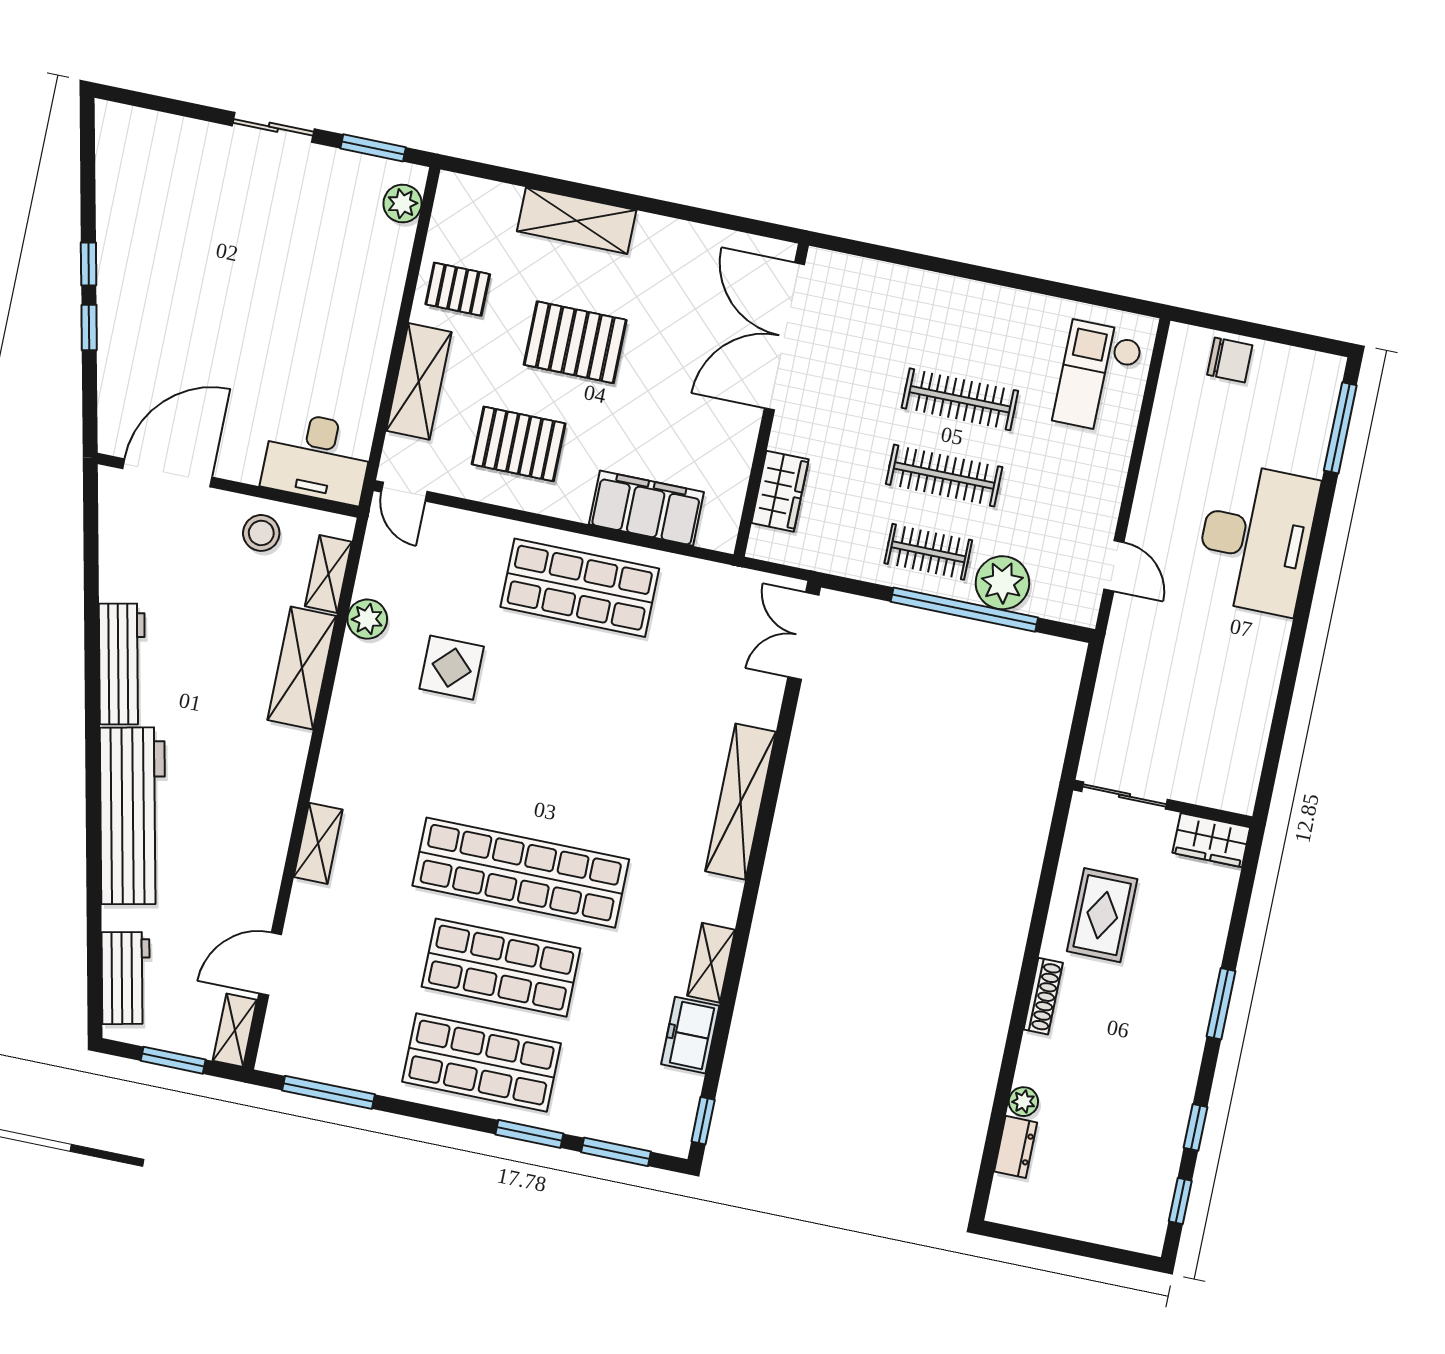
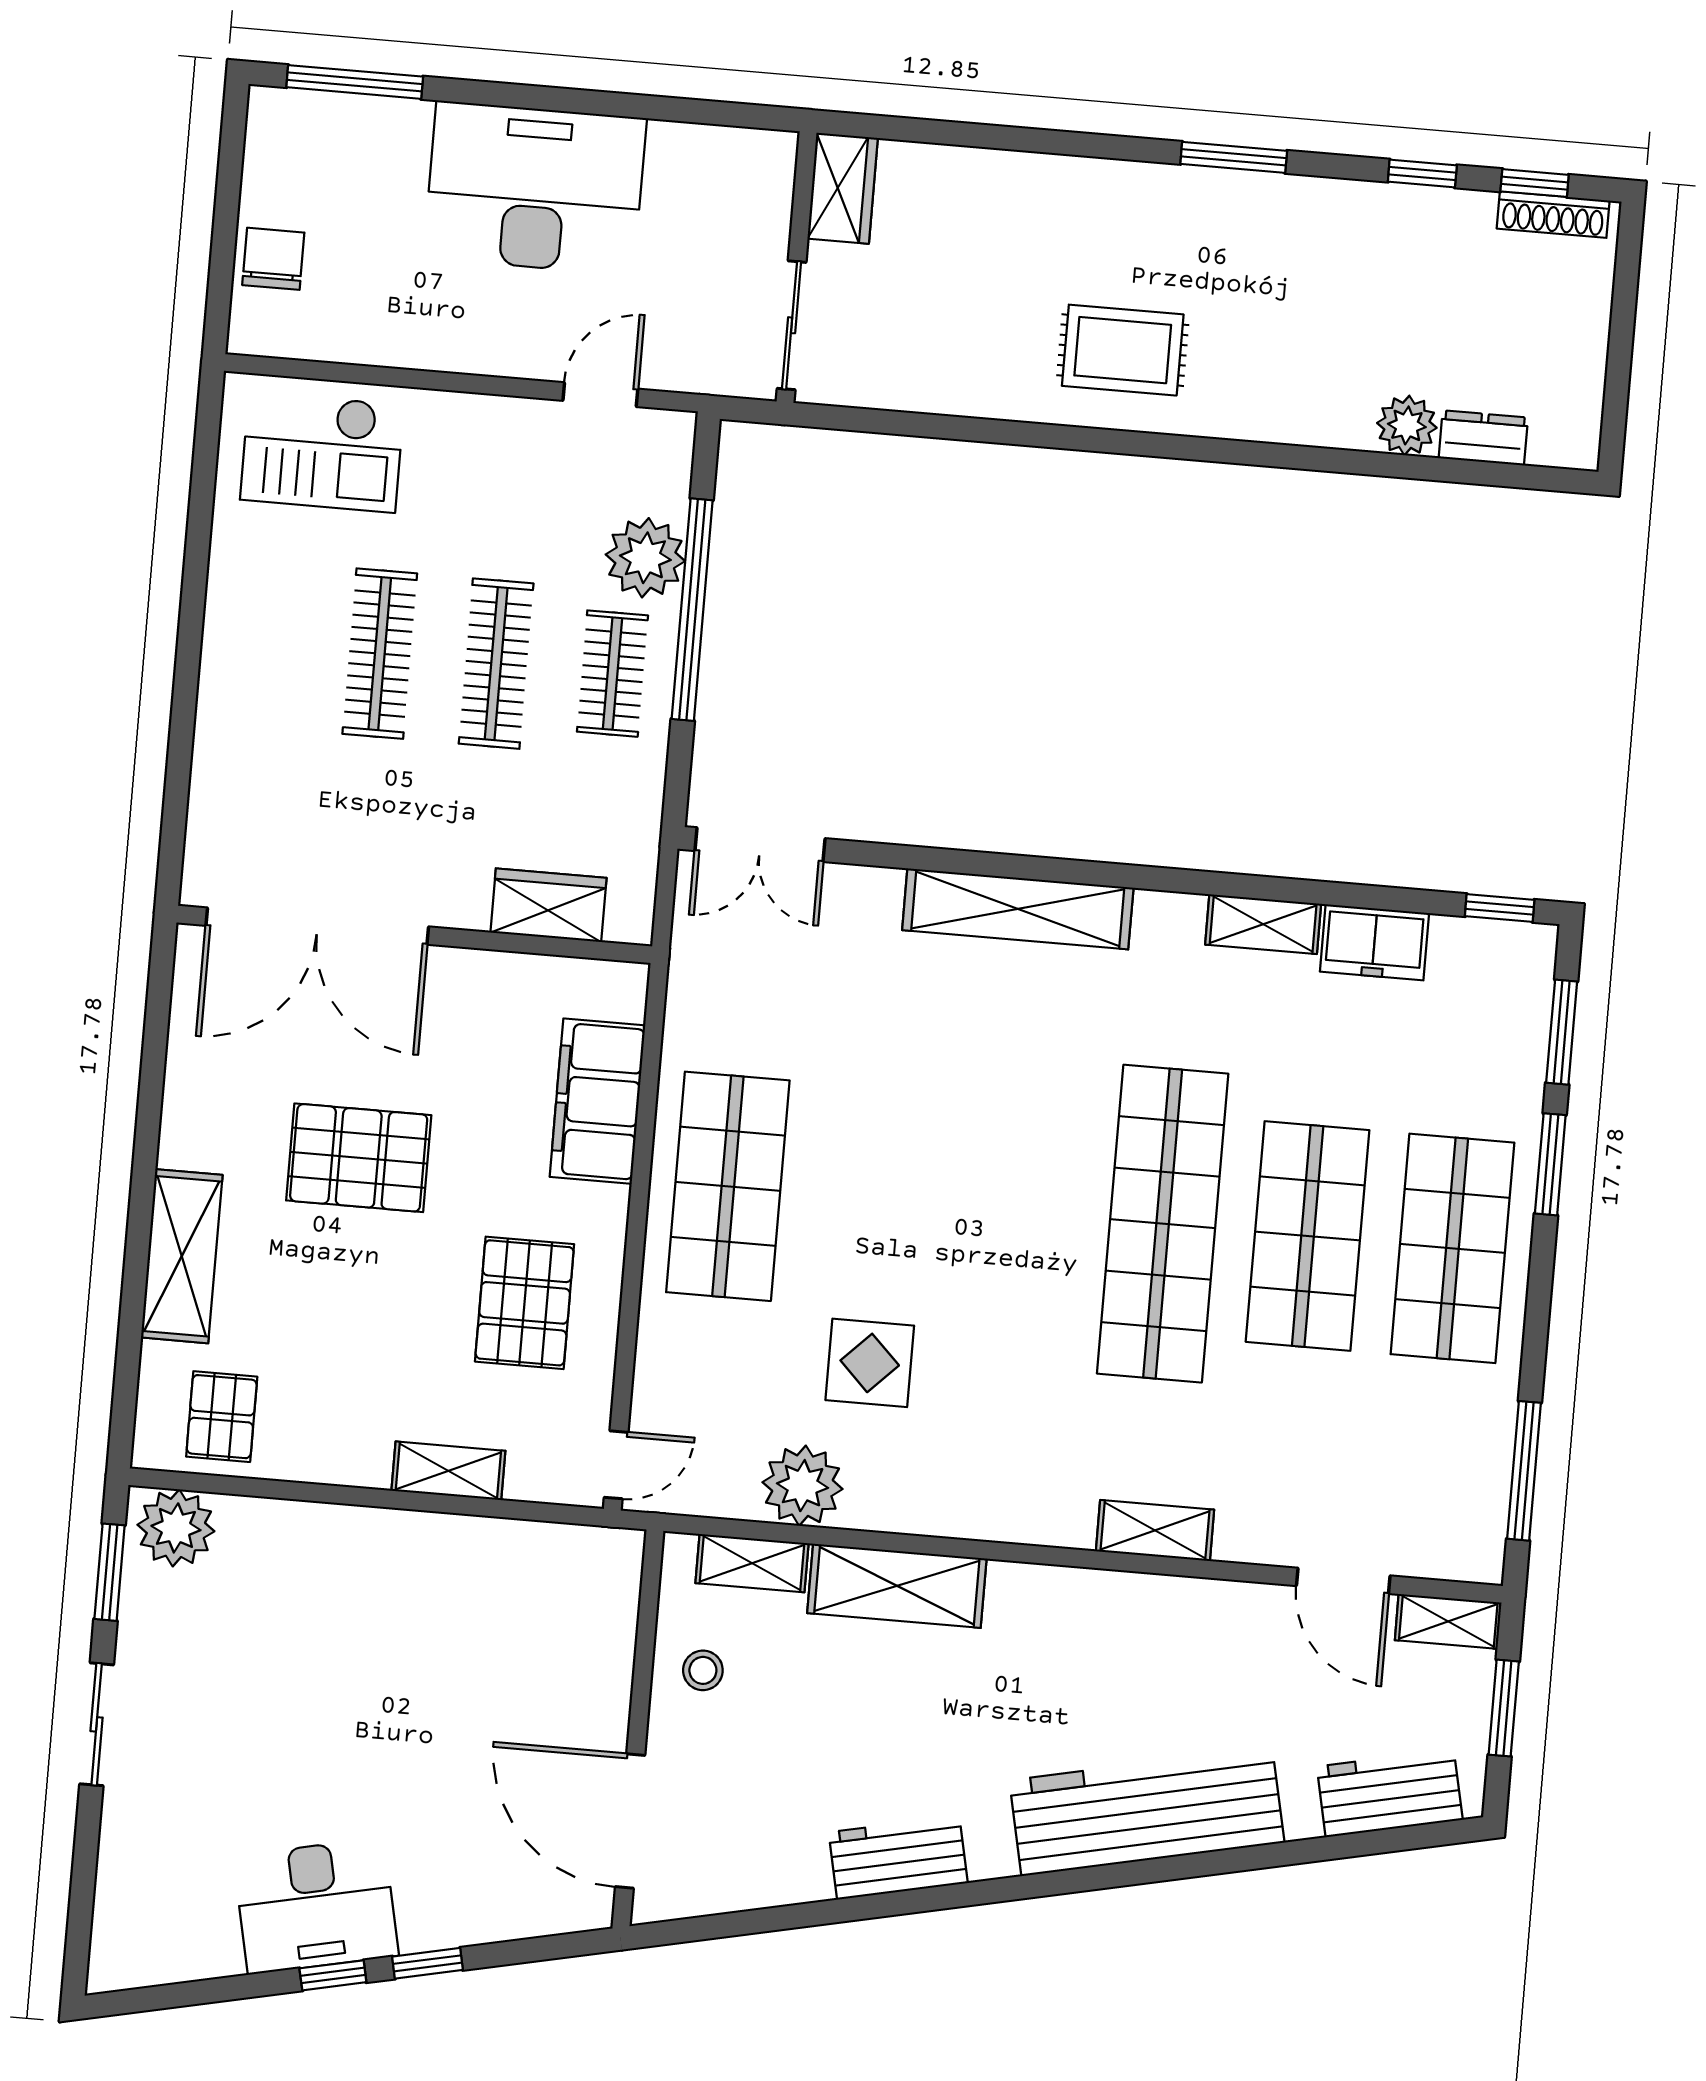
plant: (403, 203) -> (176, 1528), width x1.36, depth x1.36
pallet: (458, 289) -> (222, 1417), moved
pallet: (575, 342) -> (359, 1158), moved, turned 90
shelving: (419, 381) -> (448, 1471), width x0.67, depth x0.75
desk: (317, 457) -> (316, 1906), moved, turned 78
stool: (261, 533) -> (703, 1670), width x0.73, depth x0.73
plant: (367, 619) -> (803, 1486), width x1.36, depth x1.36
workbench: (122, 664) -> (898, 1858), width x0.73
sliding door: (1125, 795) -> (792, 325), moved
wall: (1163, 803) -> (797, 267), moved
wardrobe: (1211, 840) -> (843, 188), moved
shoe rack: (1043, 996) -> (1553, 215), moved, turned 180
plant: (1023, 1102) -> (1407, 425), width x1.38, depth x1.38

